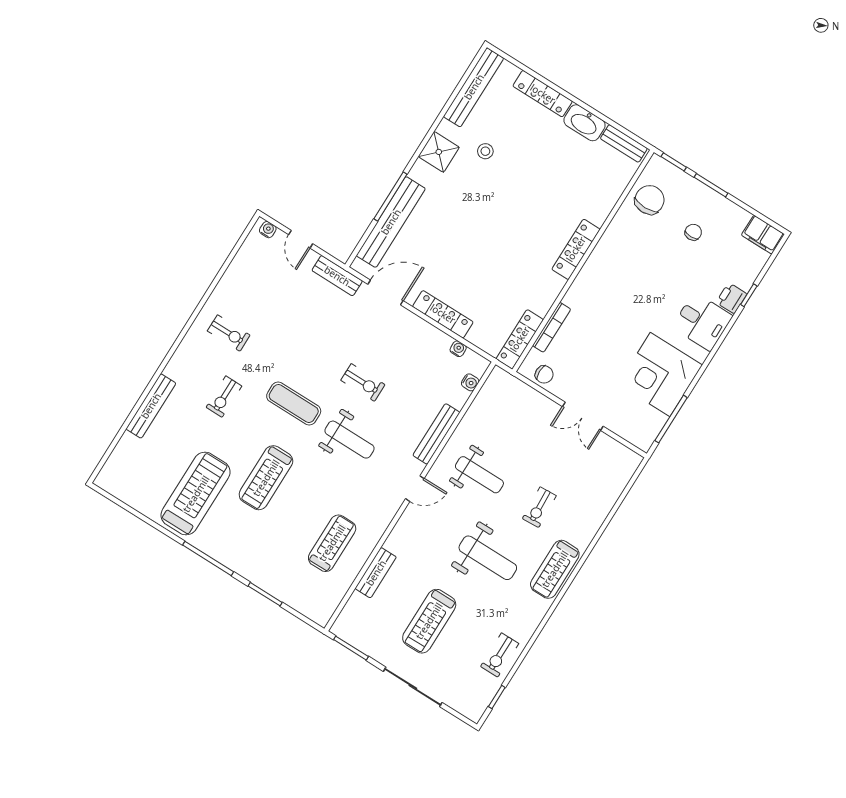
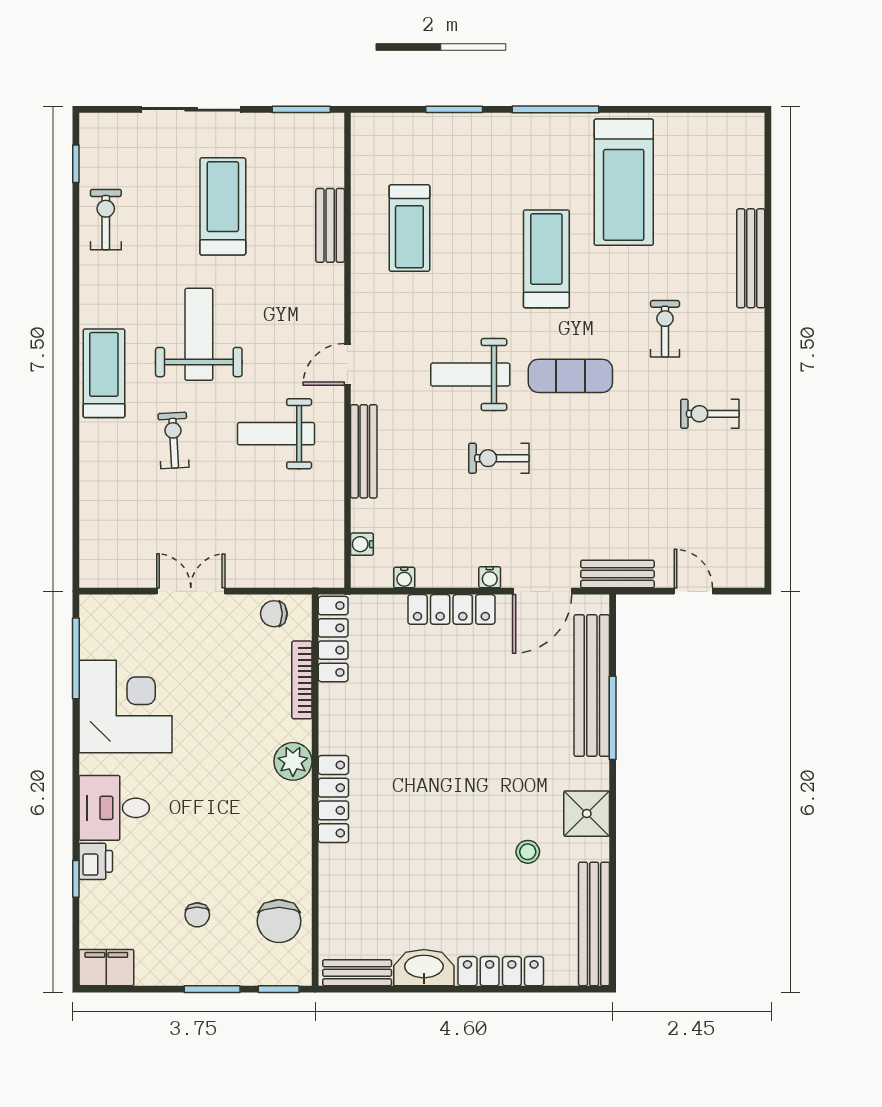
water cooler: (268, 230) -> (490, 577), moved
plant: (585, 285) -> (293, 761), added
weight bench: (488, 558) -> (199, 334), turned 90

